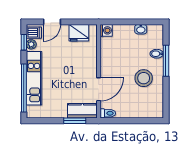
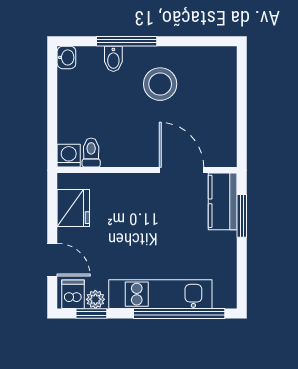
washbasin: (141, 29) -> (66, 57), moved
toilet: (108, 113) -> (91, 152), moved

